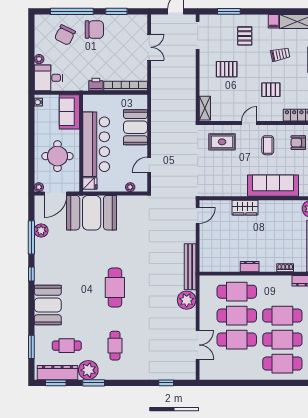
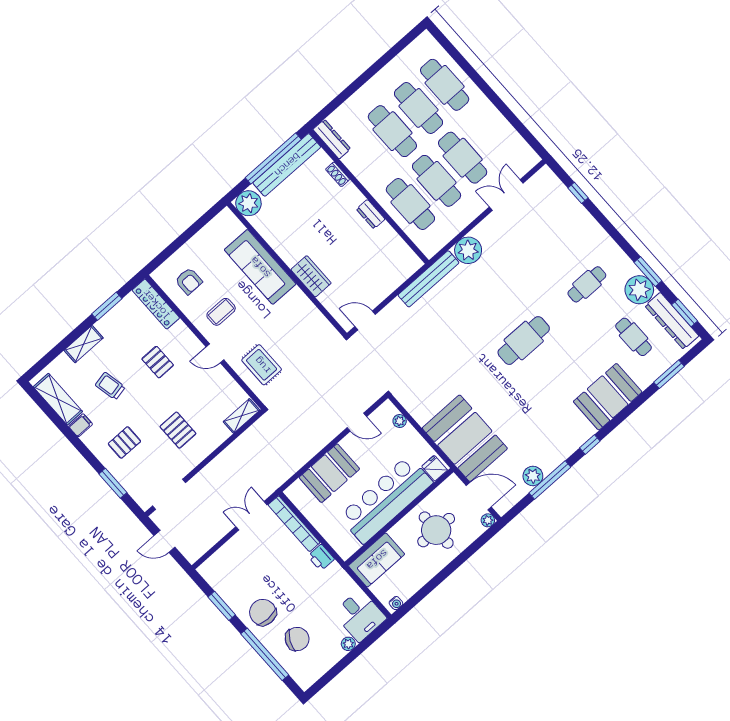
double door: (149, 47) -> (251, 516), moved

